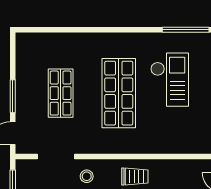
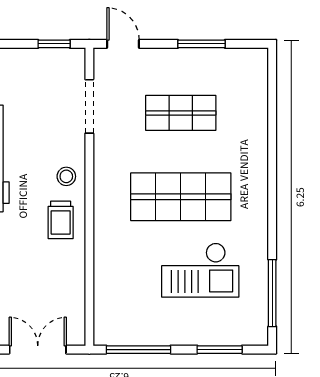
window: (13, 96) -> (201, 44), moved
stool: (87, 176) -> (66, 176), moved

